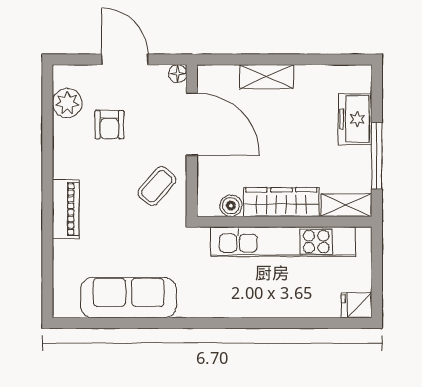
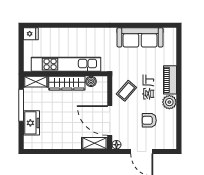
shelving: (267, 77) -> (94, 143), moved
plant: (67, 103) -> (169, 102), moved
armchair: (109, 125) -> (149, 120), turned -90

